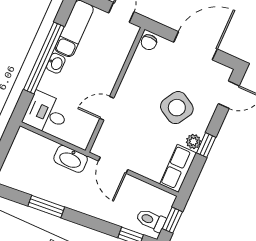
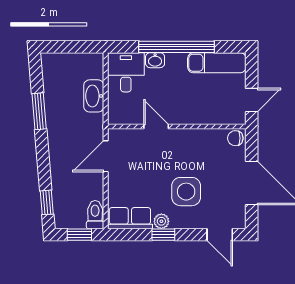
washbasin: (56, 63) -> (155, 60), moved
side table: (177, 108) -> (186, 192), turned -30
washbasin: (71, 159) -> (94, 96), moved
toilet: (151, 220) -> (95, 215), moved

